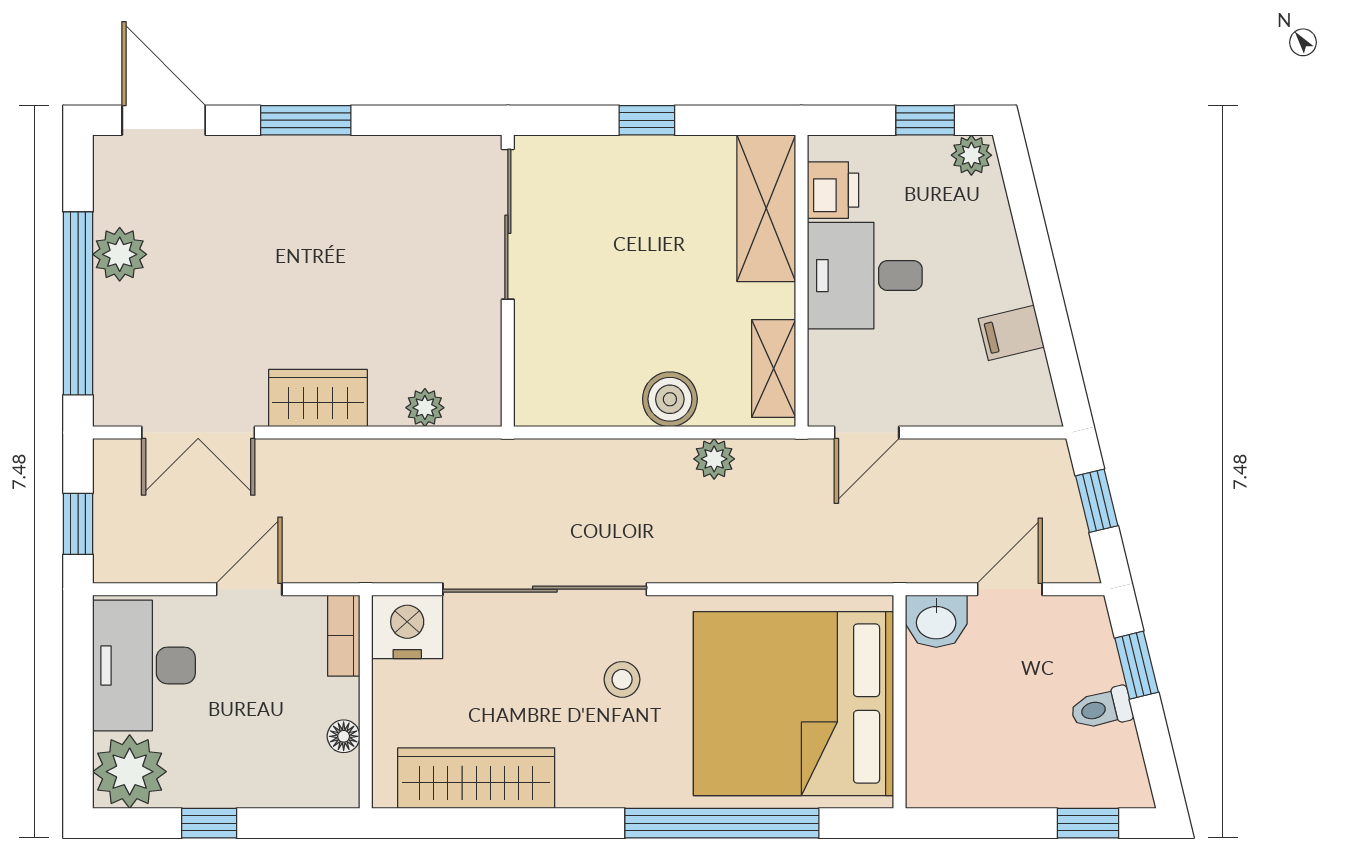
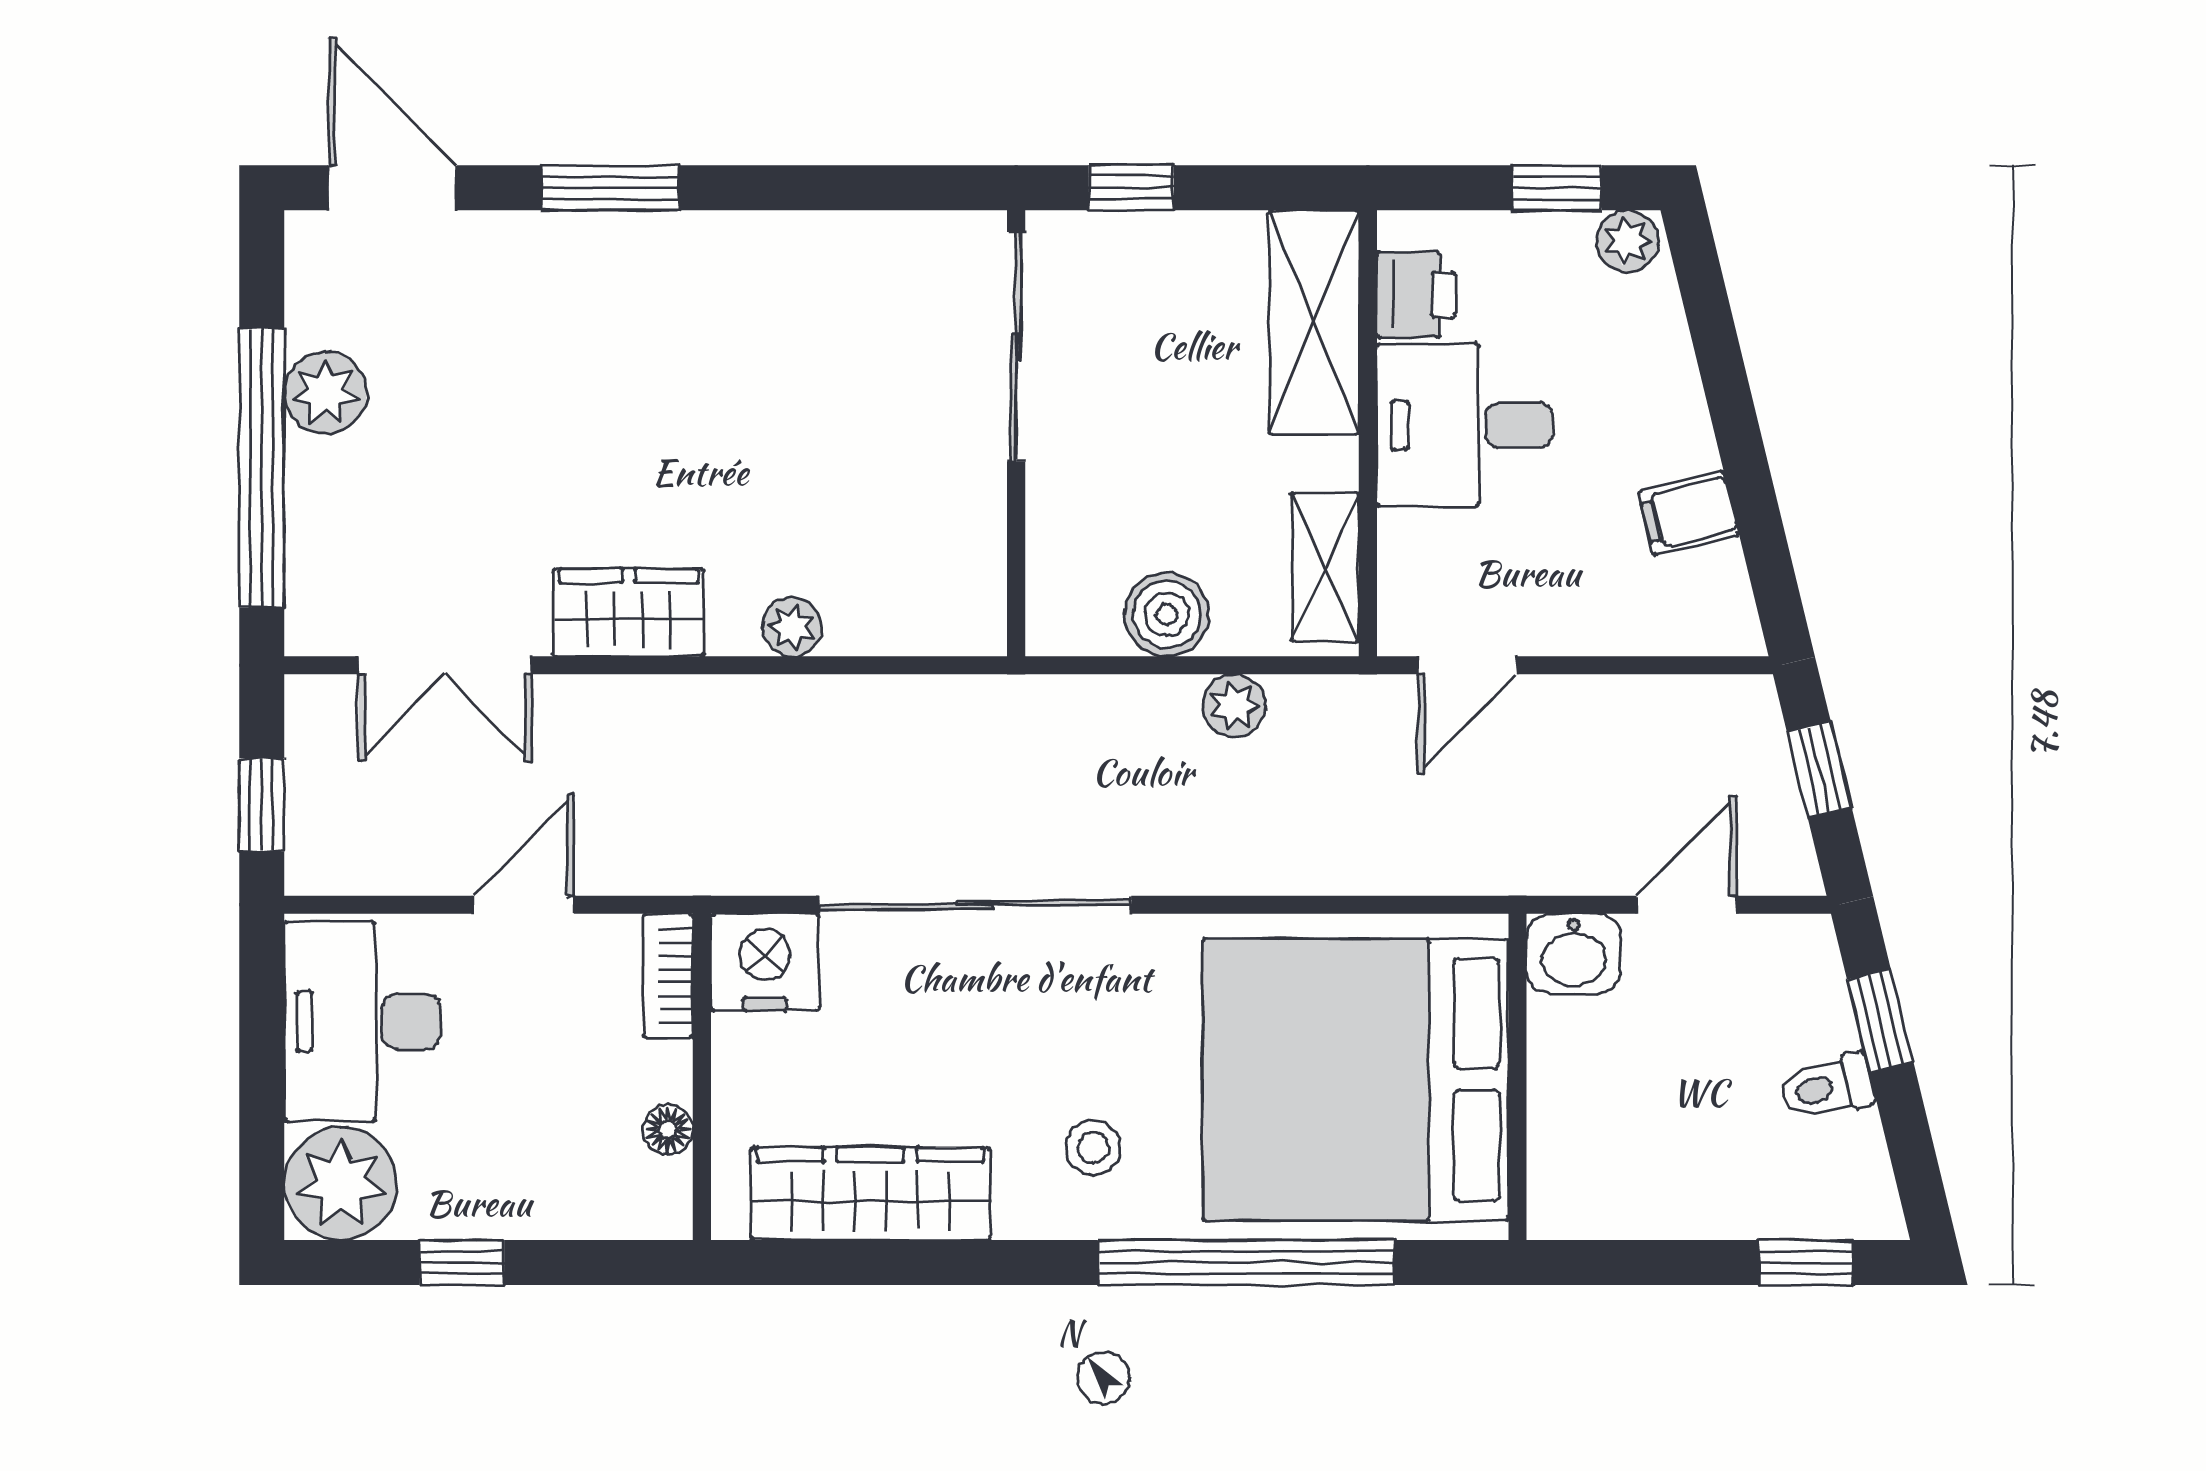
sliding door: (508, 224) -> (1016, 347), moved
wall: (508, 281) -> (1016, 433), moved
stool: (622, 679) -> (1093, 1147), moved

